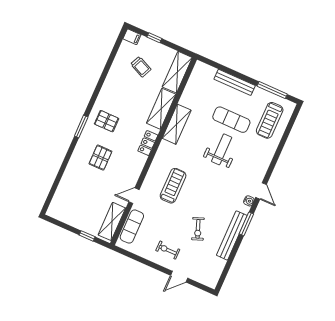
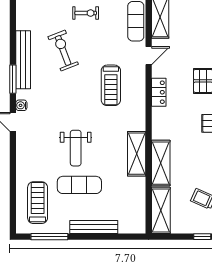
locker: (148, 143) -> (159, 92), moved
exercise bike: (198, 229) -> (63, 50), width x1.38, depth x1.39

